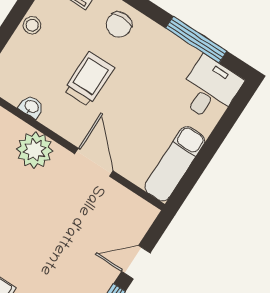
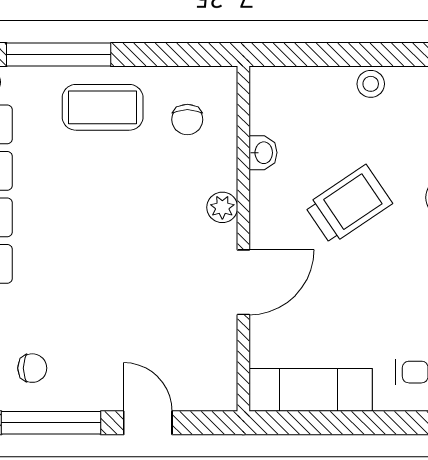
trolley: (89, 79) -> (349, 205), turned -34
plant: (35, 150) -> (222, 207), width x0.53, depth x0.53

